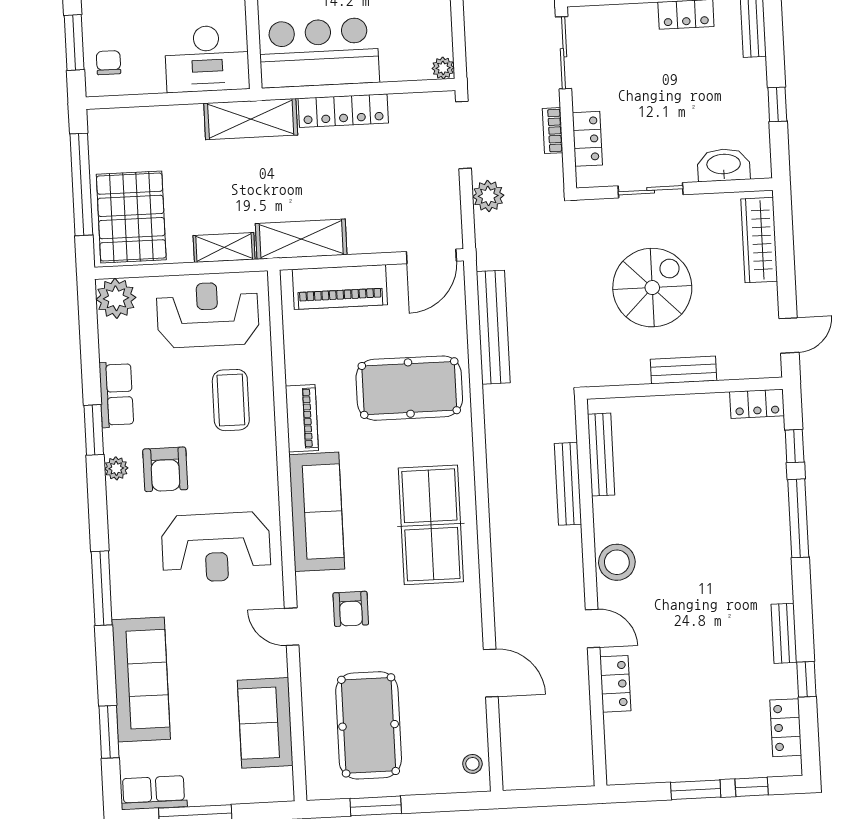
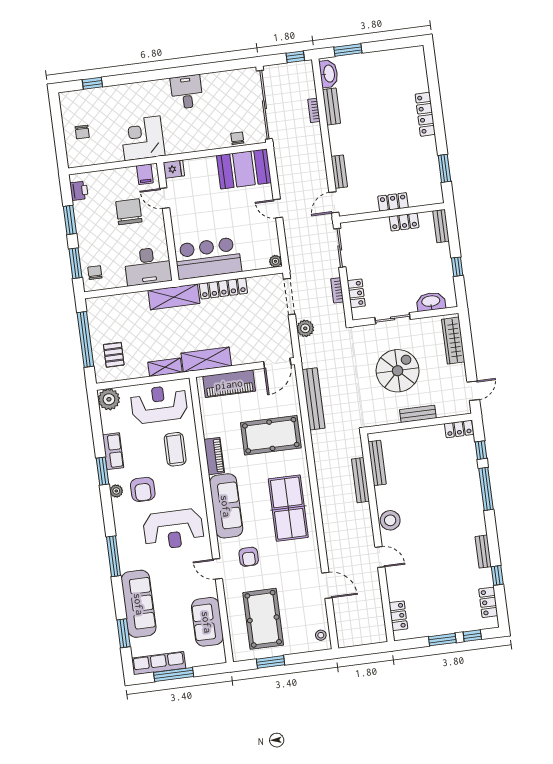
pallet: (131, 217) -> (114, 355), width x0.49, depth x0.50
locker: (615, 684) -> (398, 616), moved
row of seats: (154, 793) -> (159, 663), width x1.48

